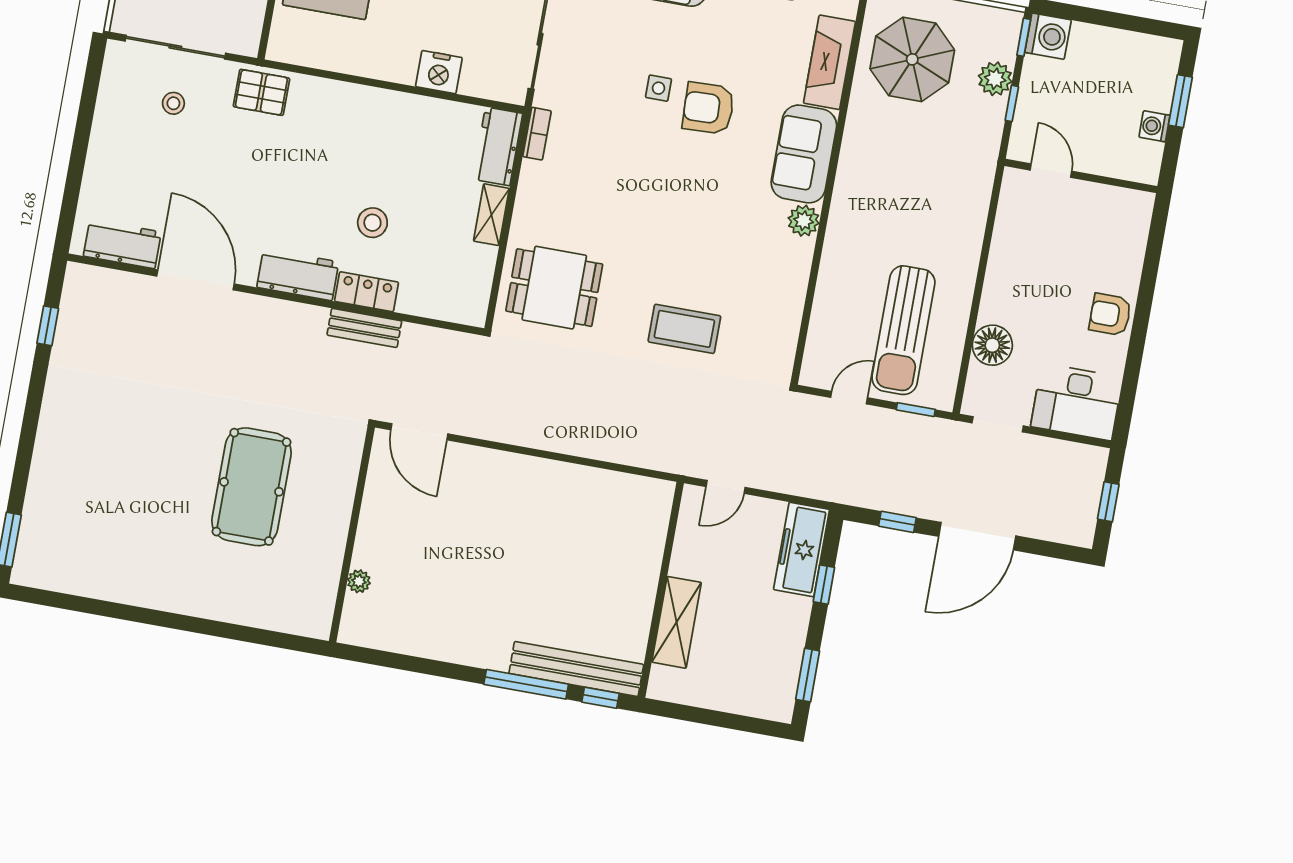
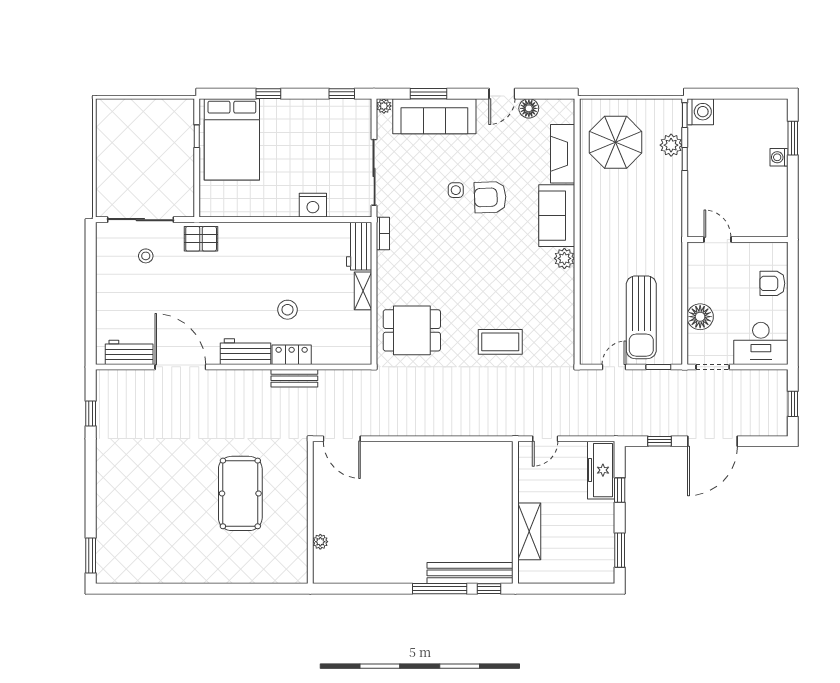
door: (1051, 171) -> (717, 240), moved
wall: (1081, 176) -> (737, 240), moved

